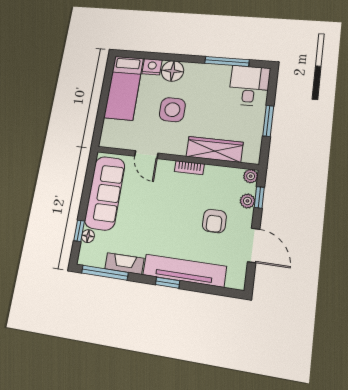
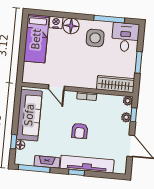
side table: (172, 110) -> (95, 38), moved
wardrobe: (215, 149) -> (116, 84), moved
armchair: (214, 221) -> (80, 131), moved

